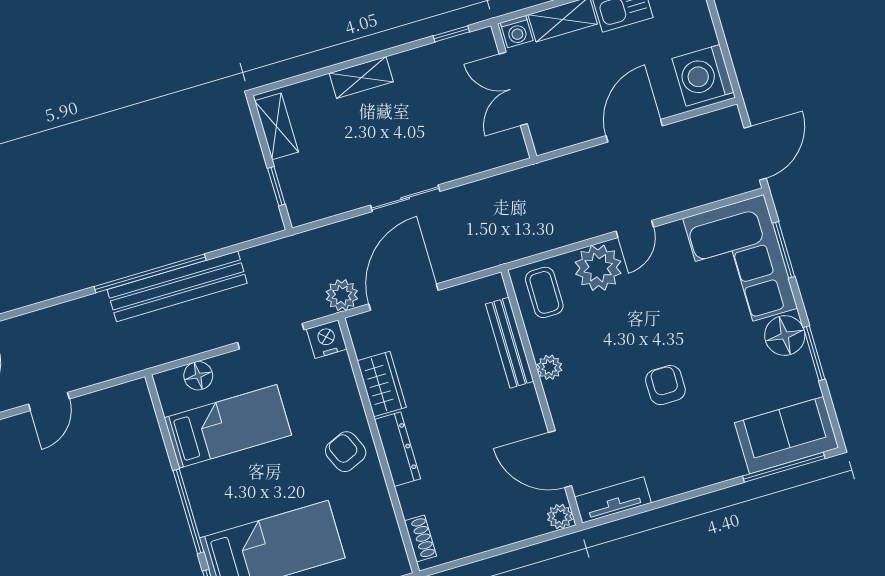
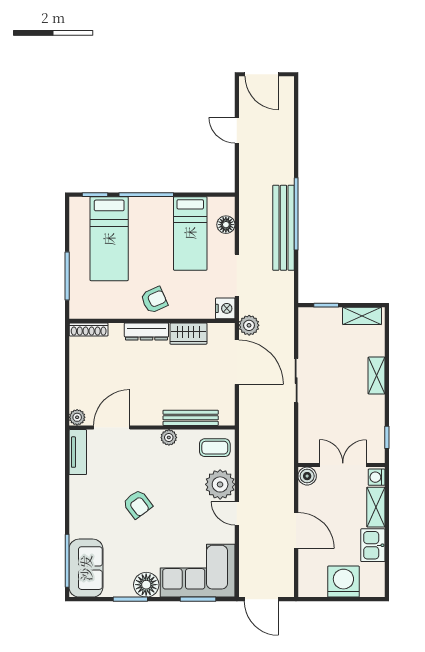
washing machine: (703, 75) -> (343, 582), moved
boiler: (546, 138) -> (307, 476), added
armchair: (665, 385) -> (138, 504), turned 53
shoe rack: (420, 538) -> (89, 329), width x1.43

